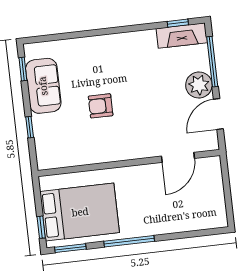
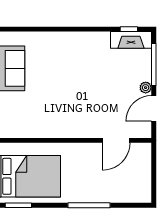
plant: (199, 85) -> (146, 88), width x0.53, depth x0.53
armchair: (101, 106) -> (57, 90), removed
window: (129, 241) -> (89, 205), moved

